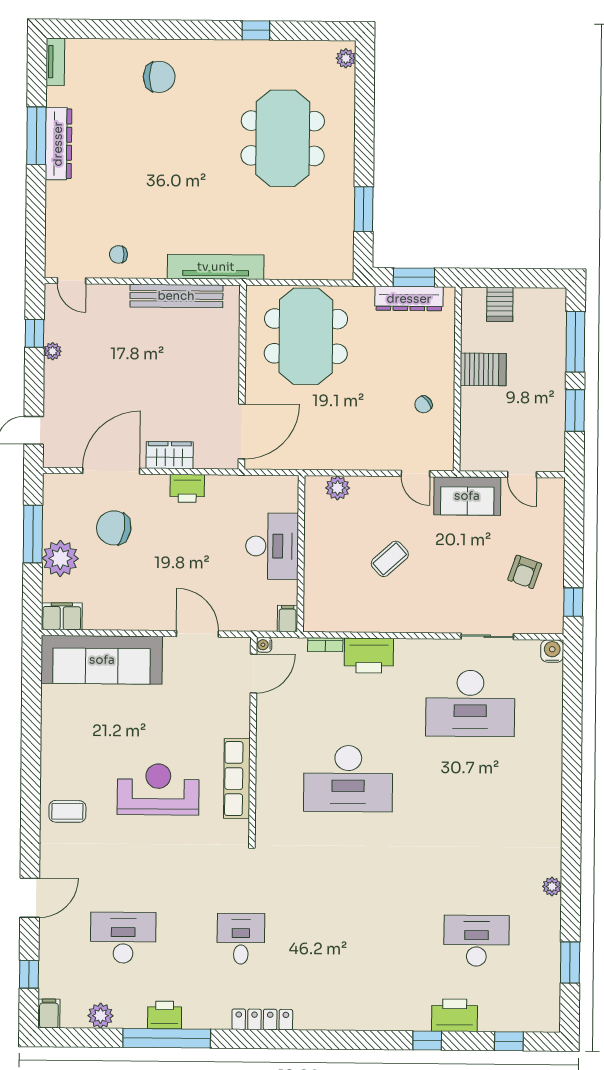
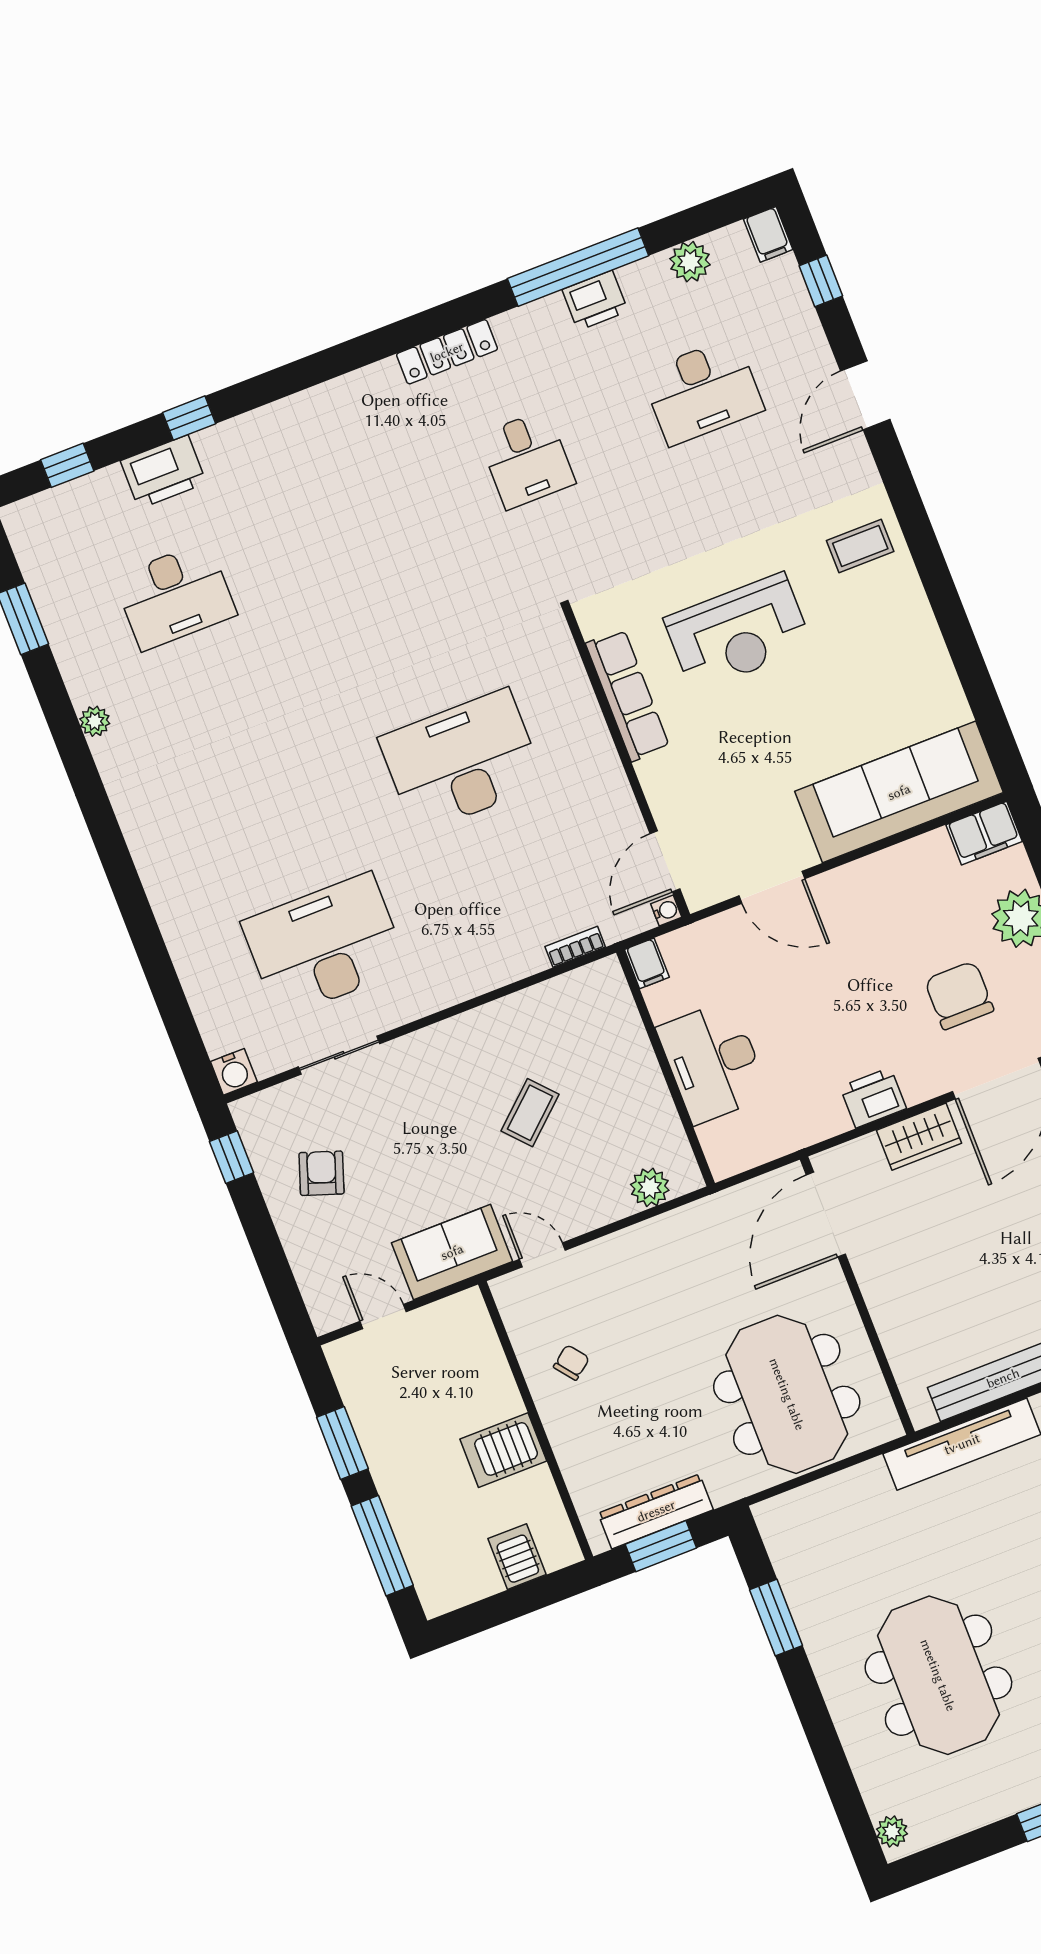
chair: (114, 528) -> (959, 995), turned -99
printer: (369, 656) -> (504, 956), removed

